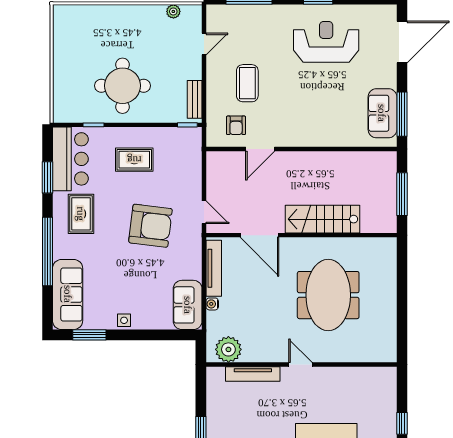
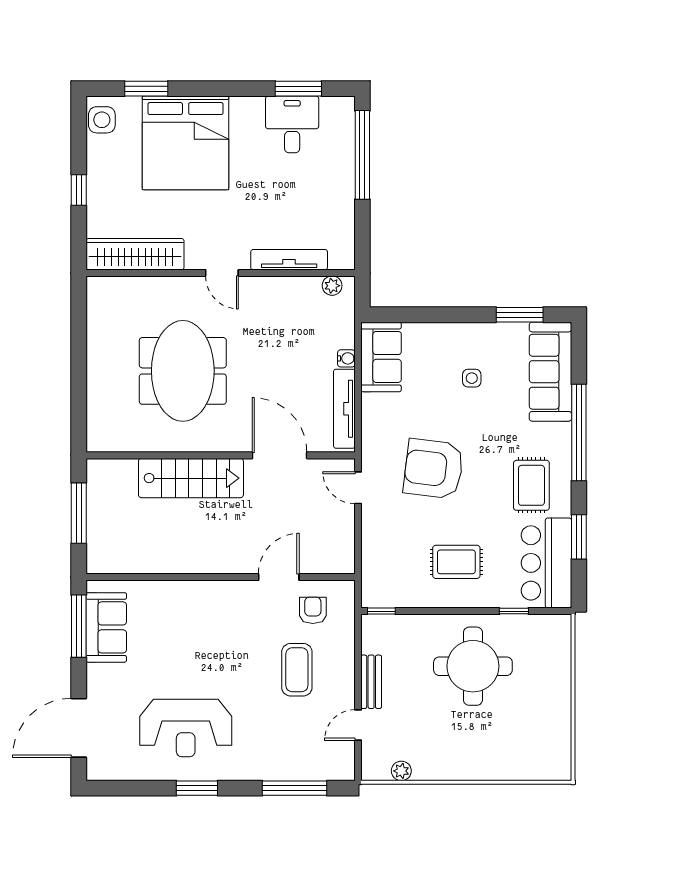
bench: (195, 99) -> (371, 682), moved
side table: (124, 320) -> (472, 378), moved
plant: (228, 349) -> (332, 286), width x0.53, depth x0.53
wardrobe: (362, 378) -> (135, 254), added

